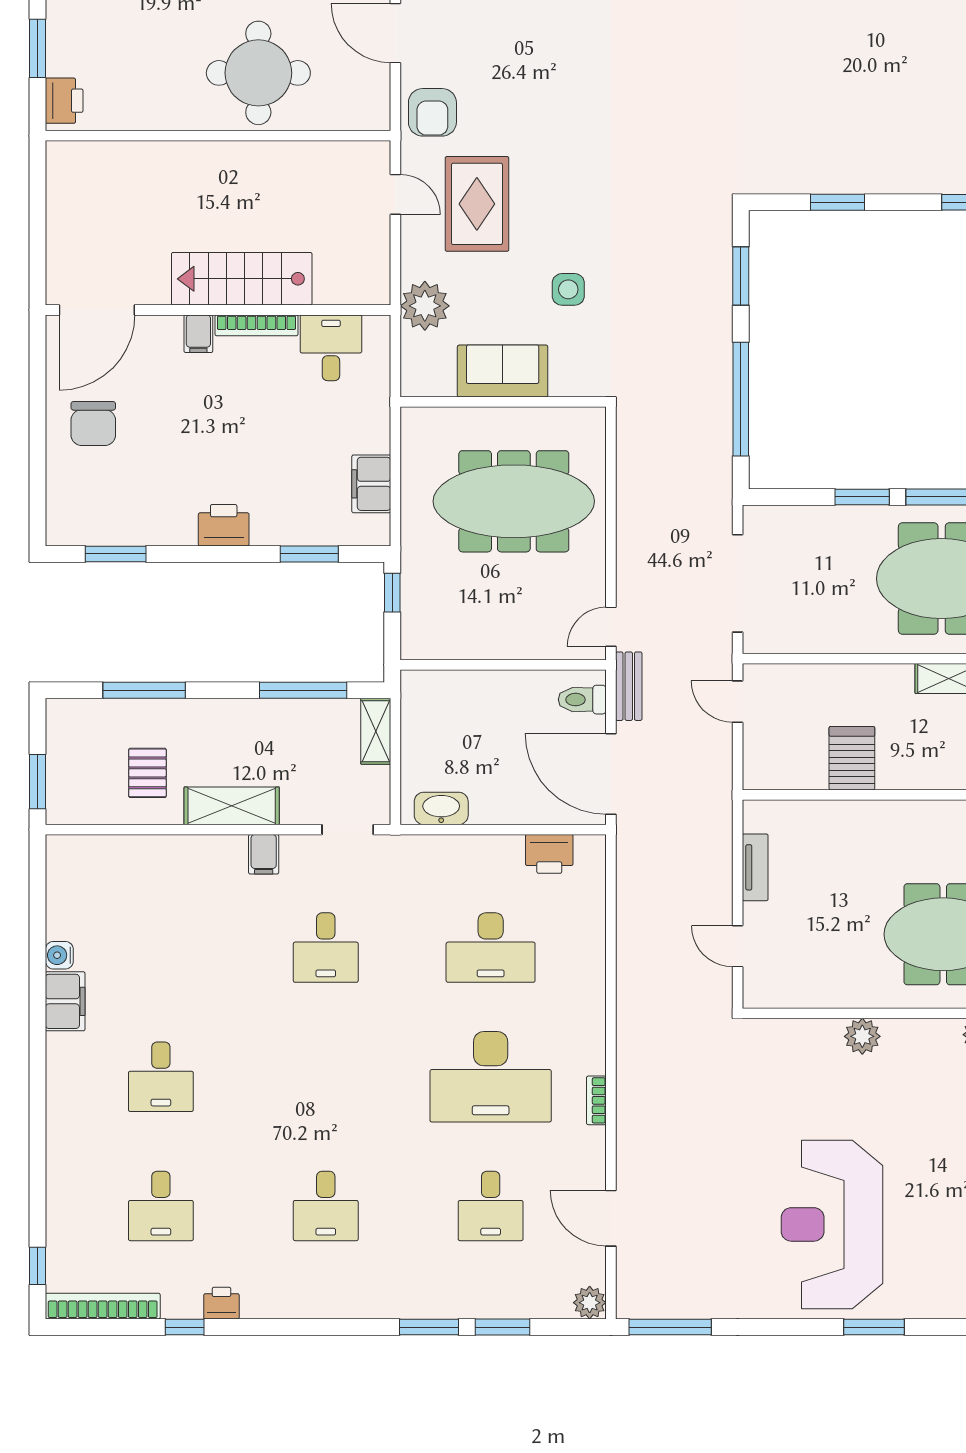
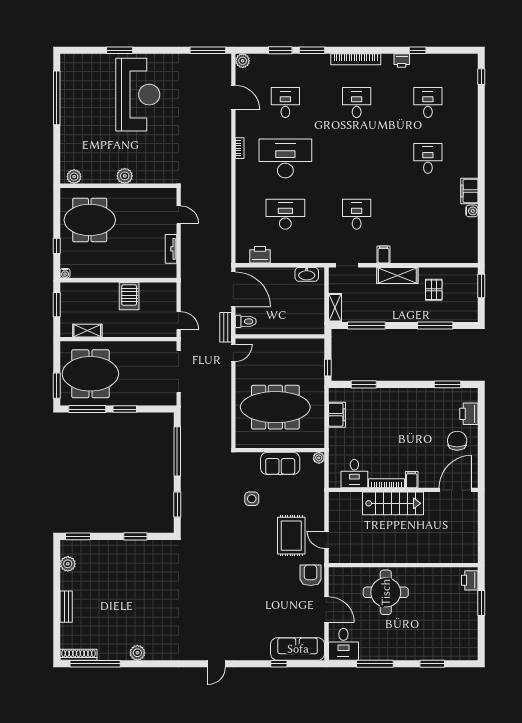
plant: (425, 306) -> (319, 458), moved, width x0.53, depth x0.53
printer: (224, 525) -> (469, 414), moved, turned 90
bookcase: (103, 1306) -> (356, 59), moved

